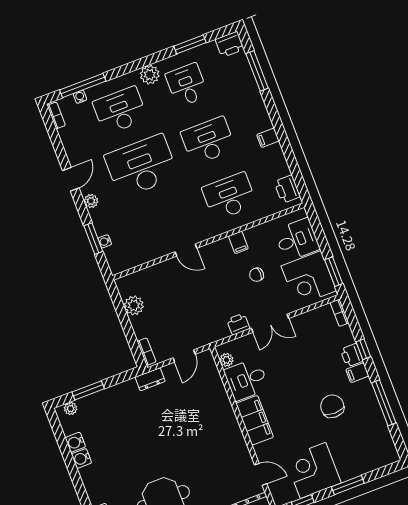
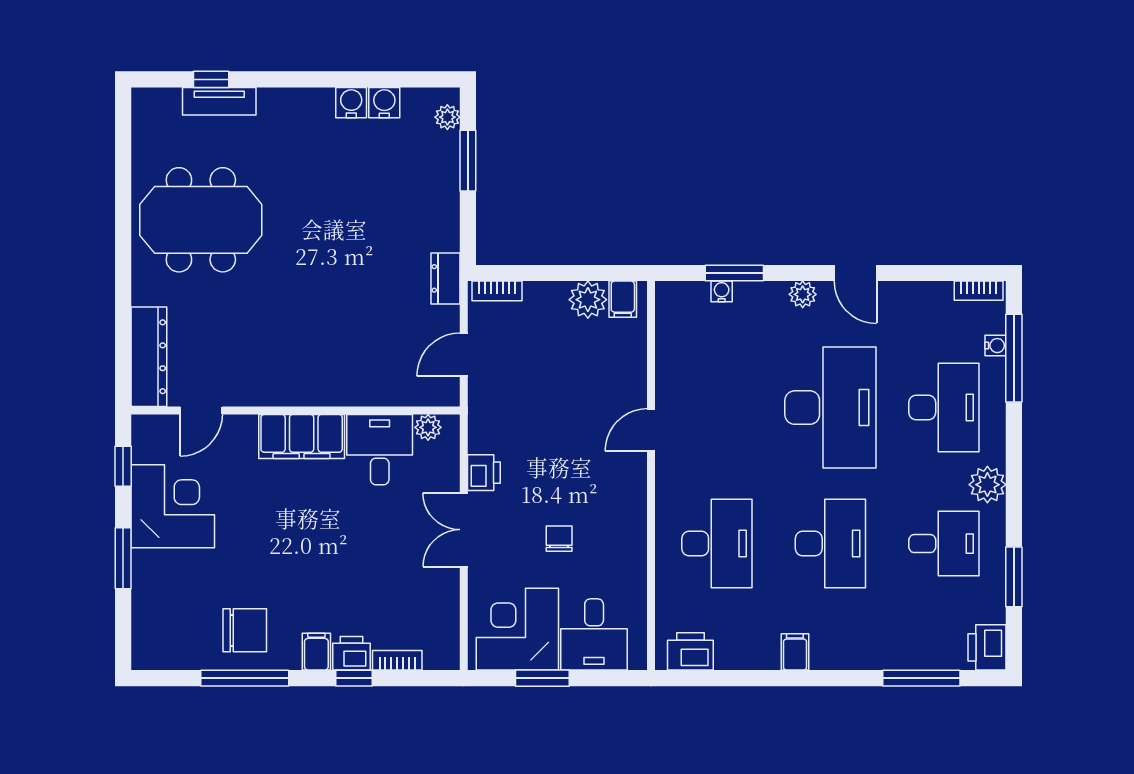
filing cabinet: (238, 242) -> (623, 299), moved, turned -90
window: (334, 272) -> (542, 678), moved
bookcase: (339, 313) -> (397, 660), moved
door: (184, 356) -> (464, 355), hinge flipped
chair: (332, 406) -> (245, 630), moved

